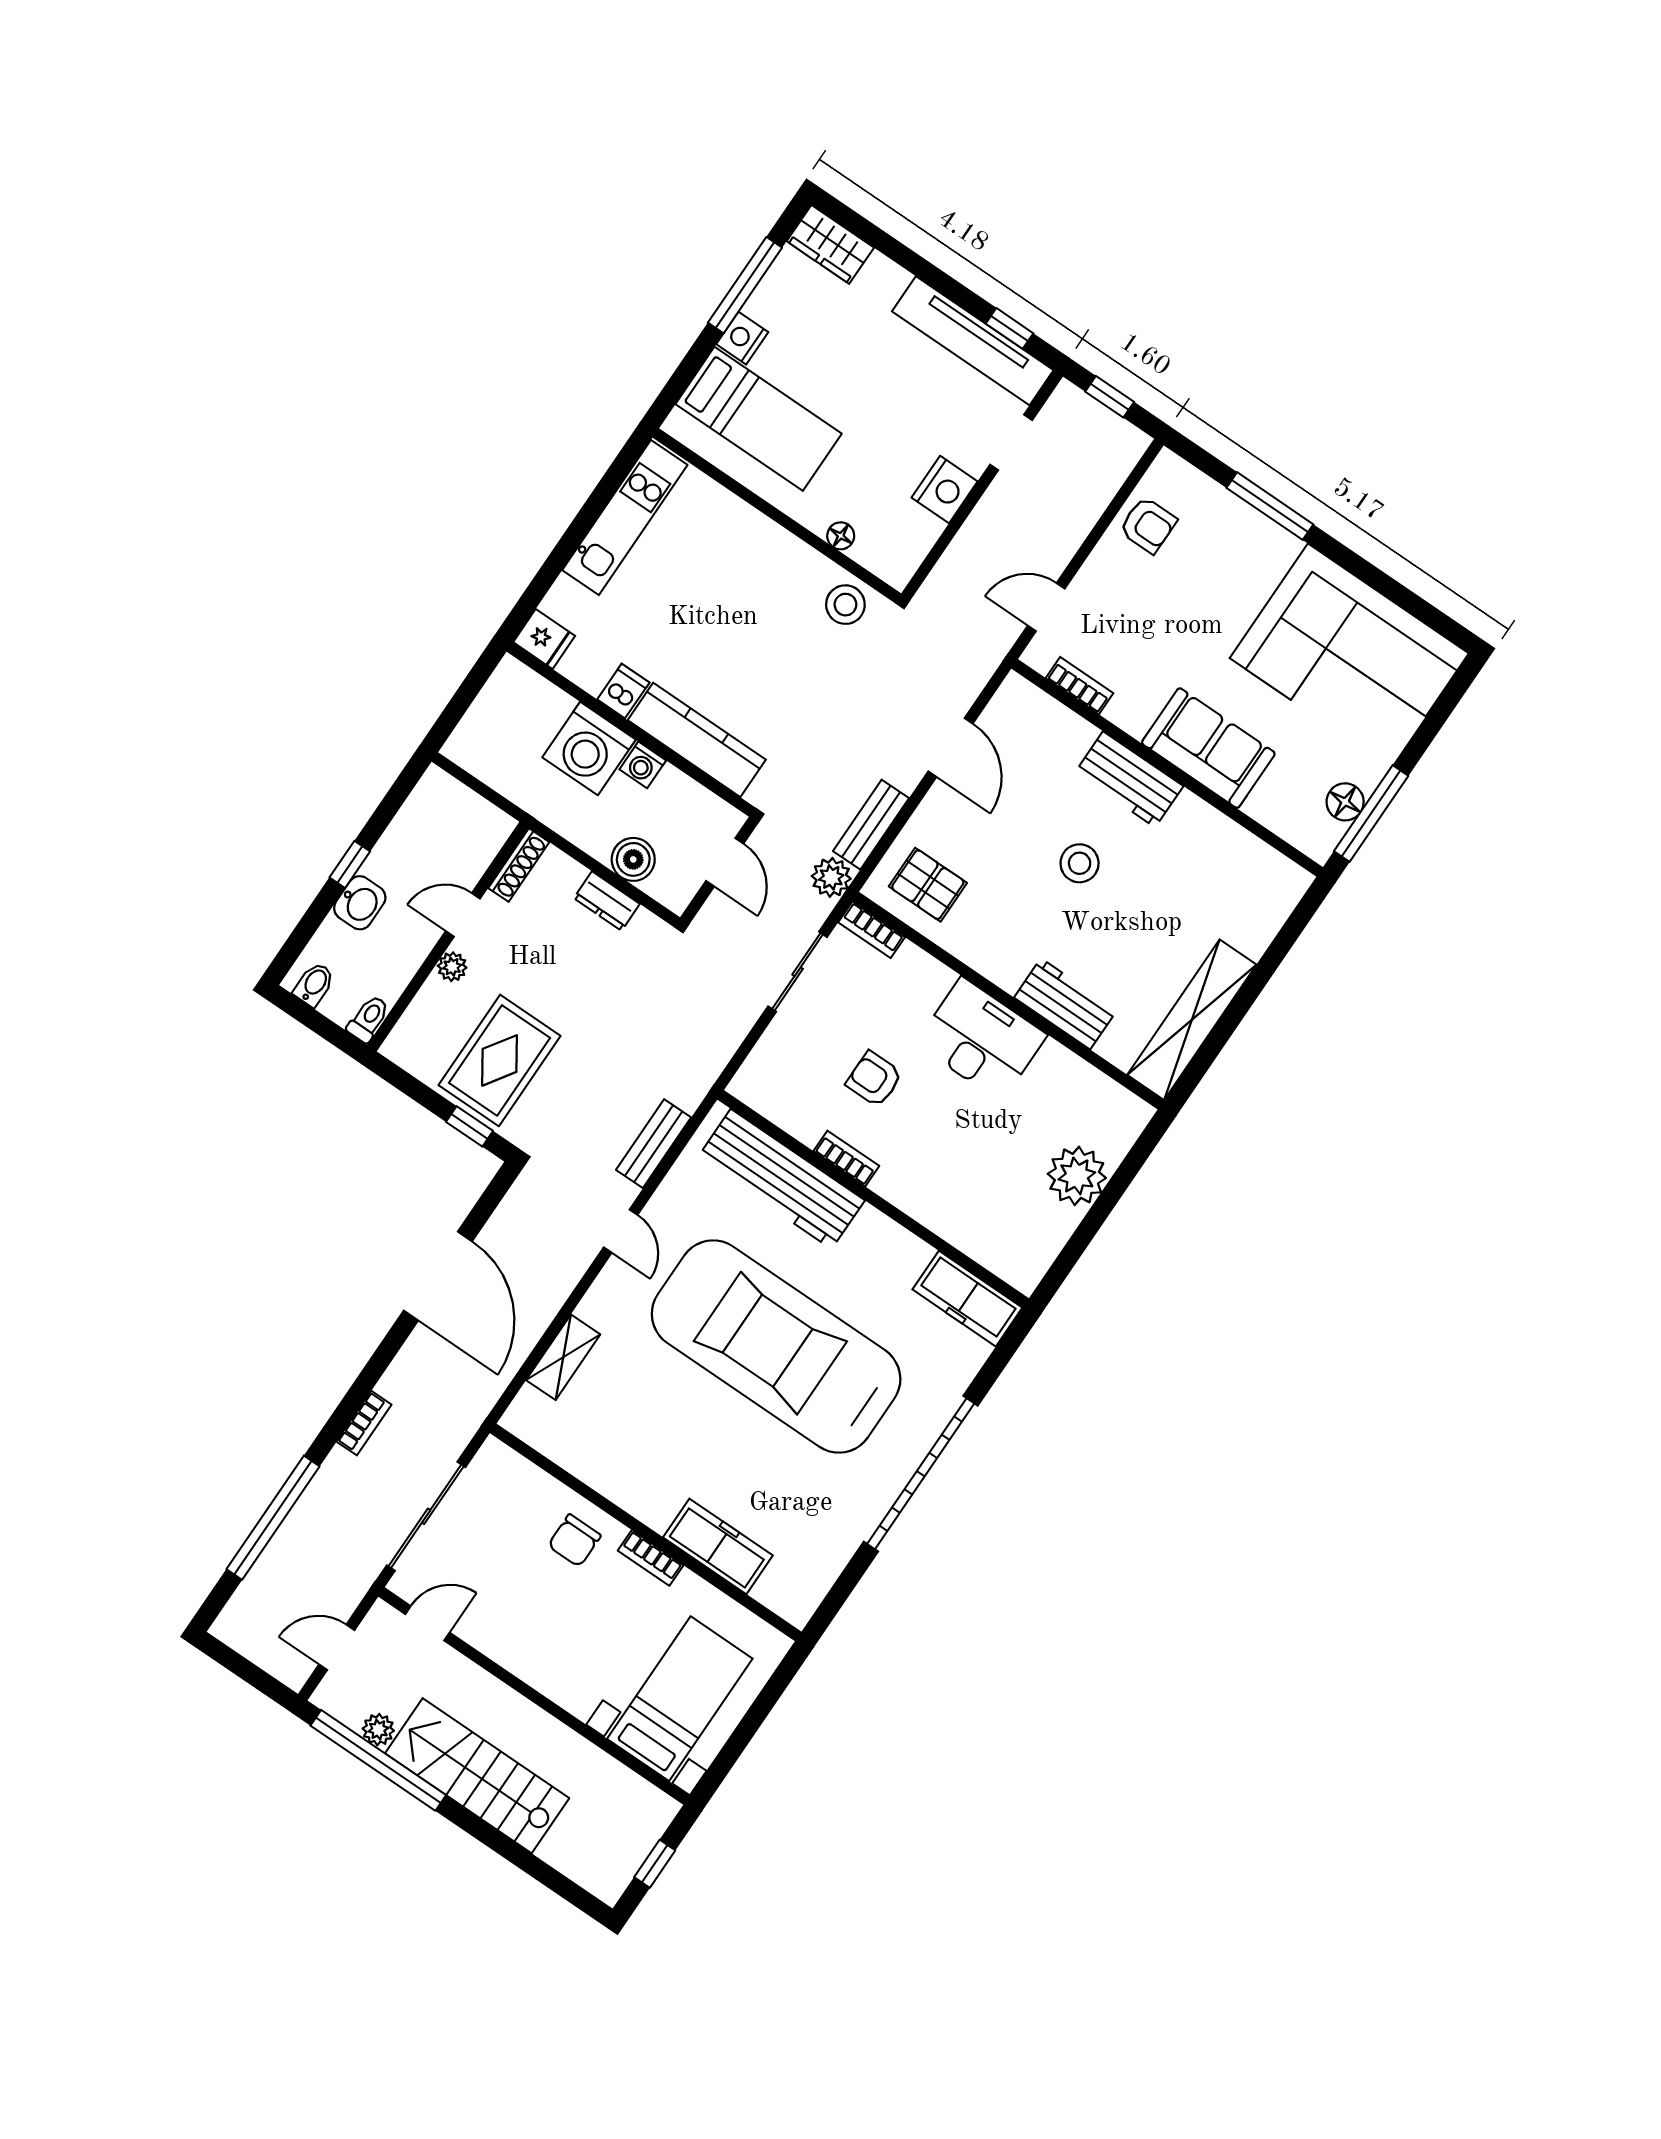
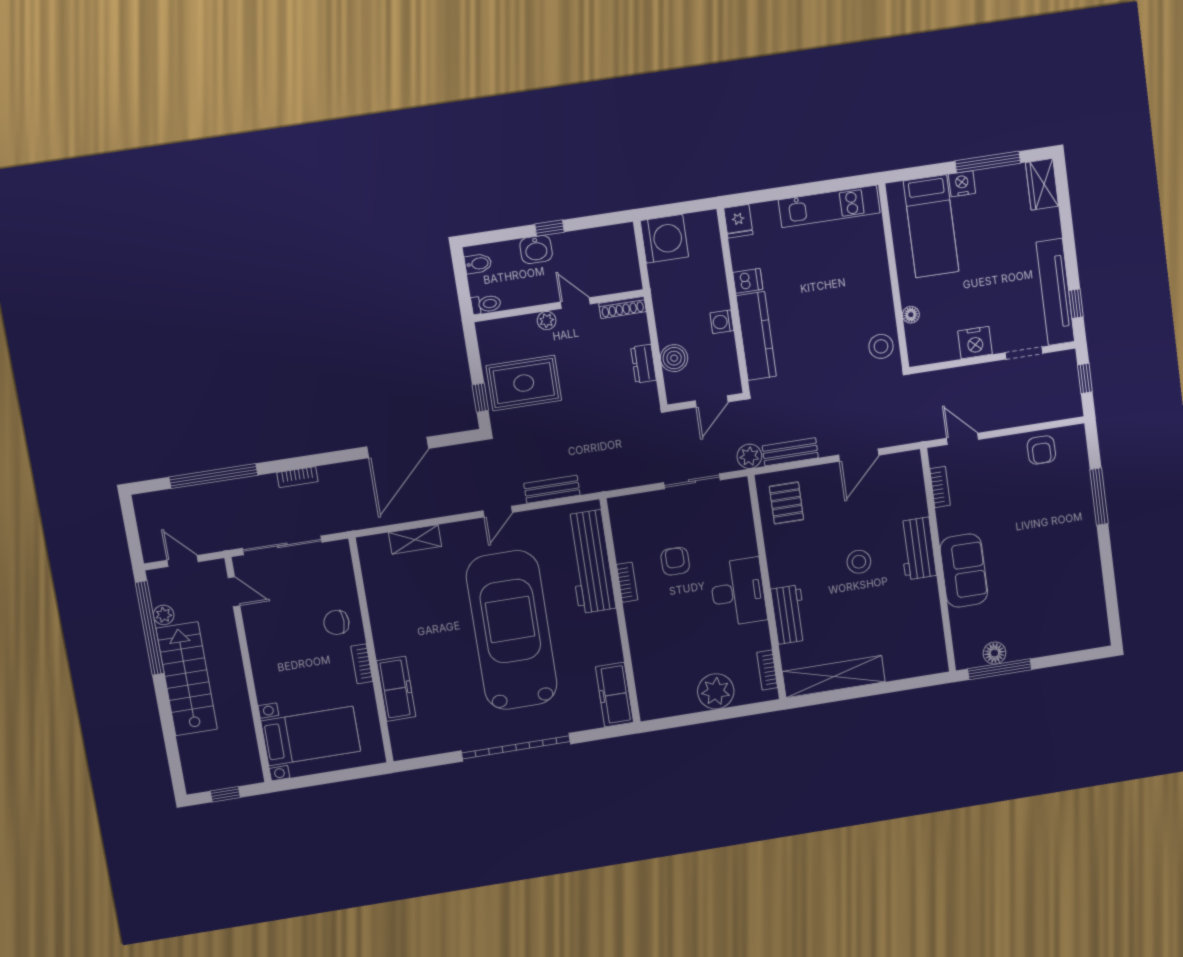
corner sofa: (1349, 656) -> (1062, 594), removed
washing machine: (589, 749) -> (664, 239), moved, turned 180
bookcase: (872, 930) -> (767, 670), moved

